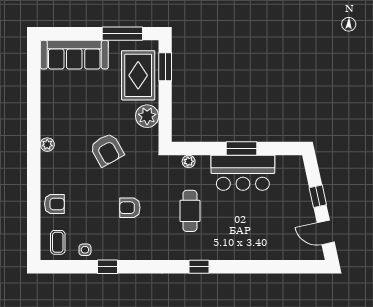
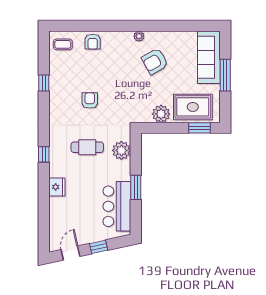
window: (122, 34) -> (225, 75), moved
armchair: (107, 150) -> (155, 61), moved
plant: (189, 161) -> (121, 150), width x1.87, depth x1.87
bar counter: (243, 173) -> (117, 206), moved
side table: (85, 250) -> (57, 65), removed
fridge: (241, 250) -> (57, 187), added

